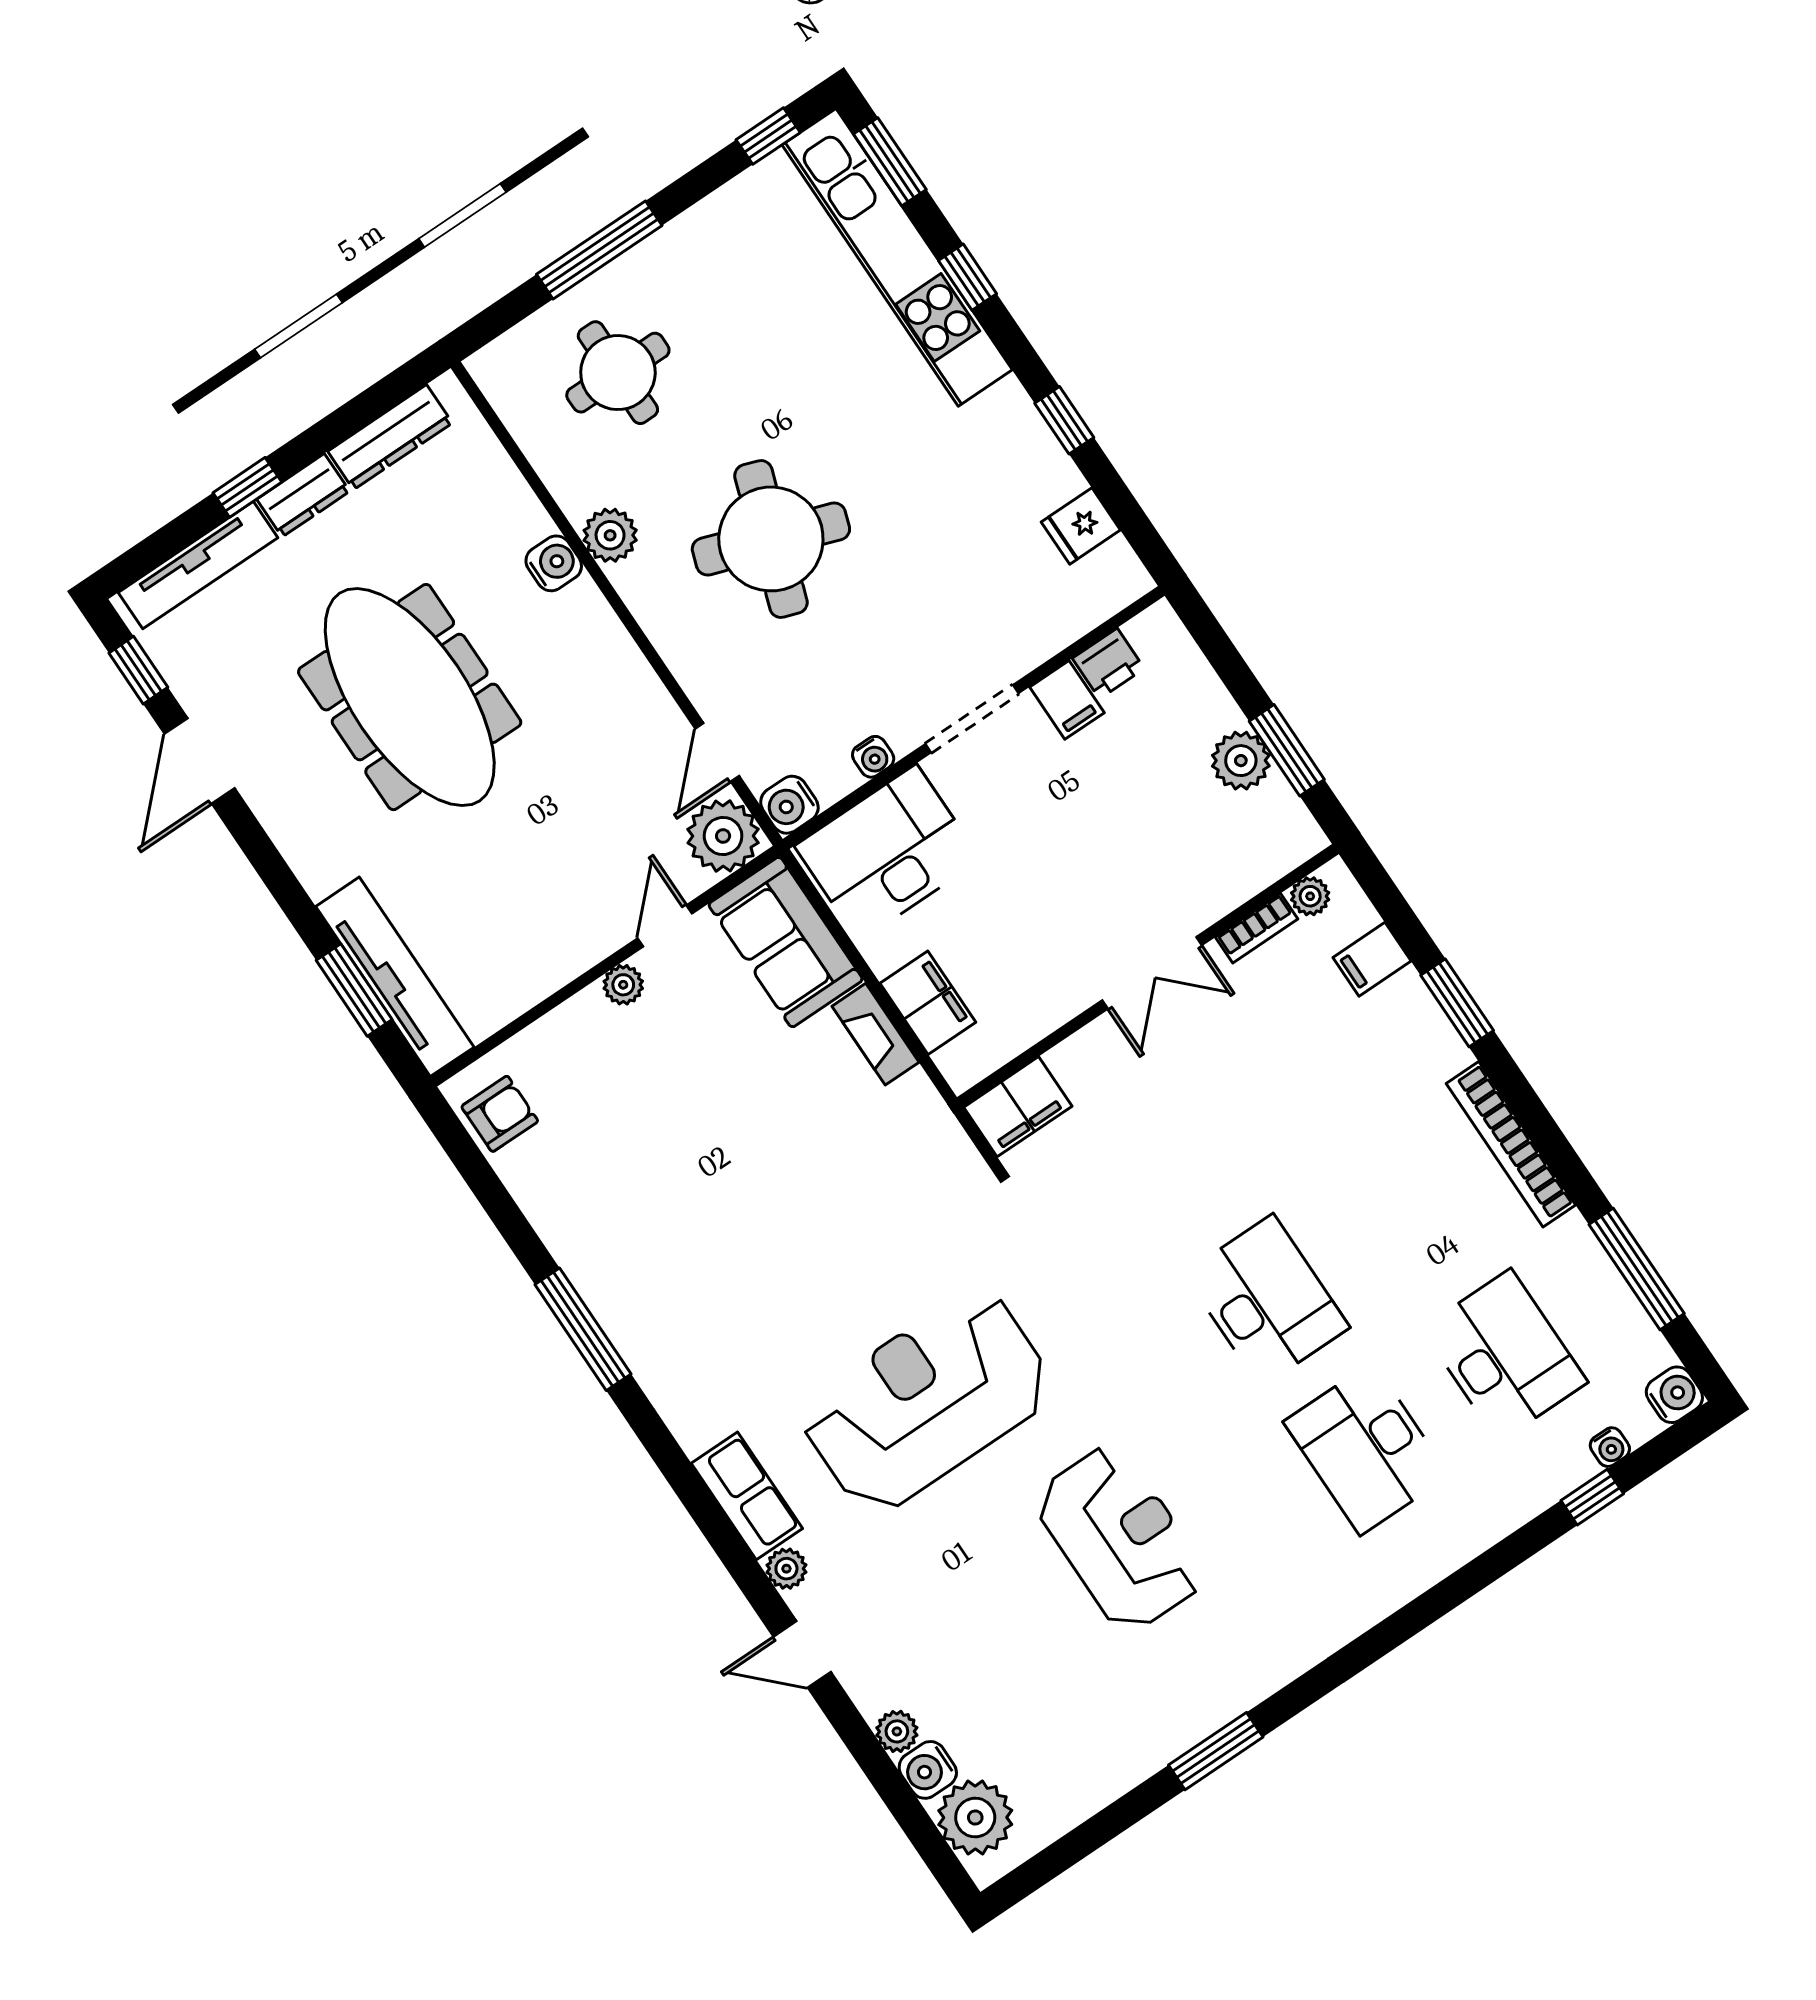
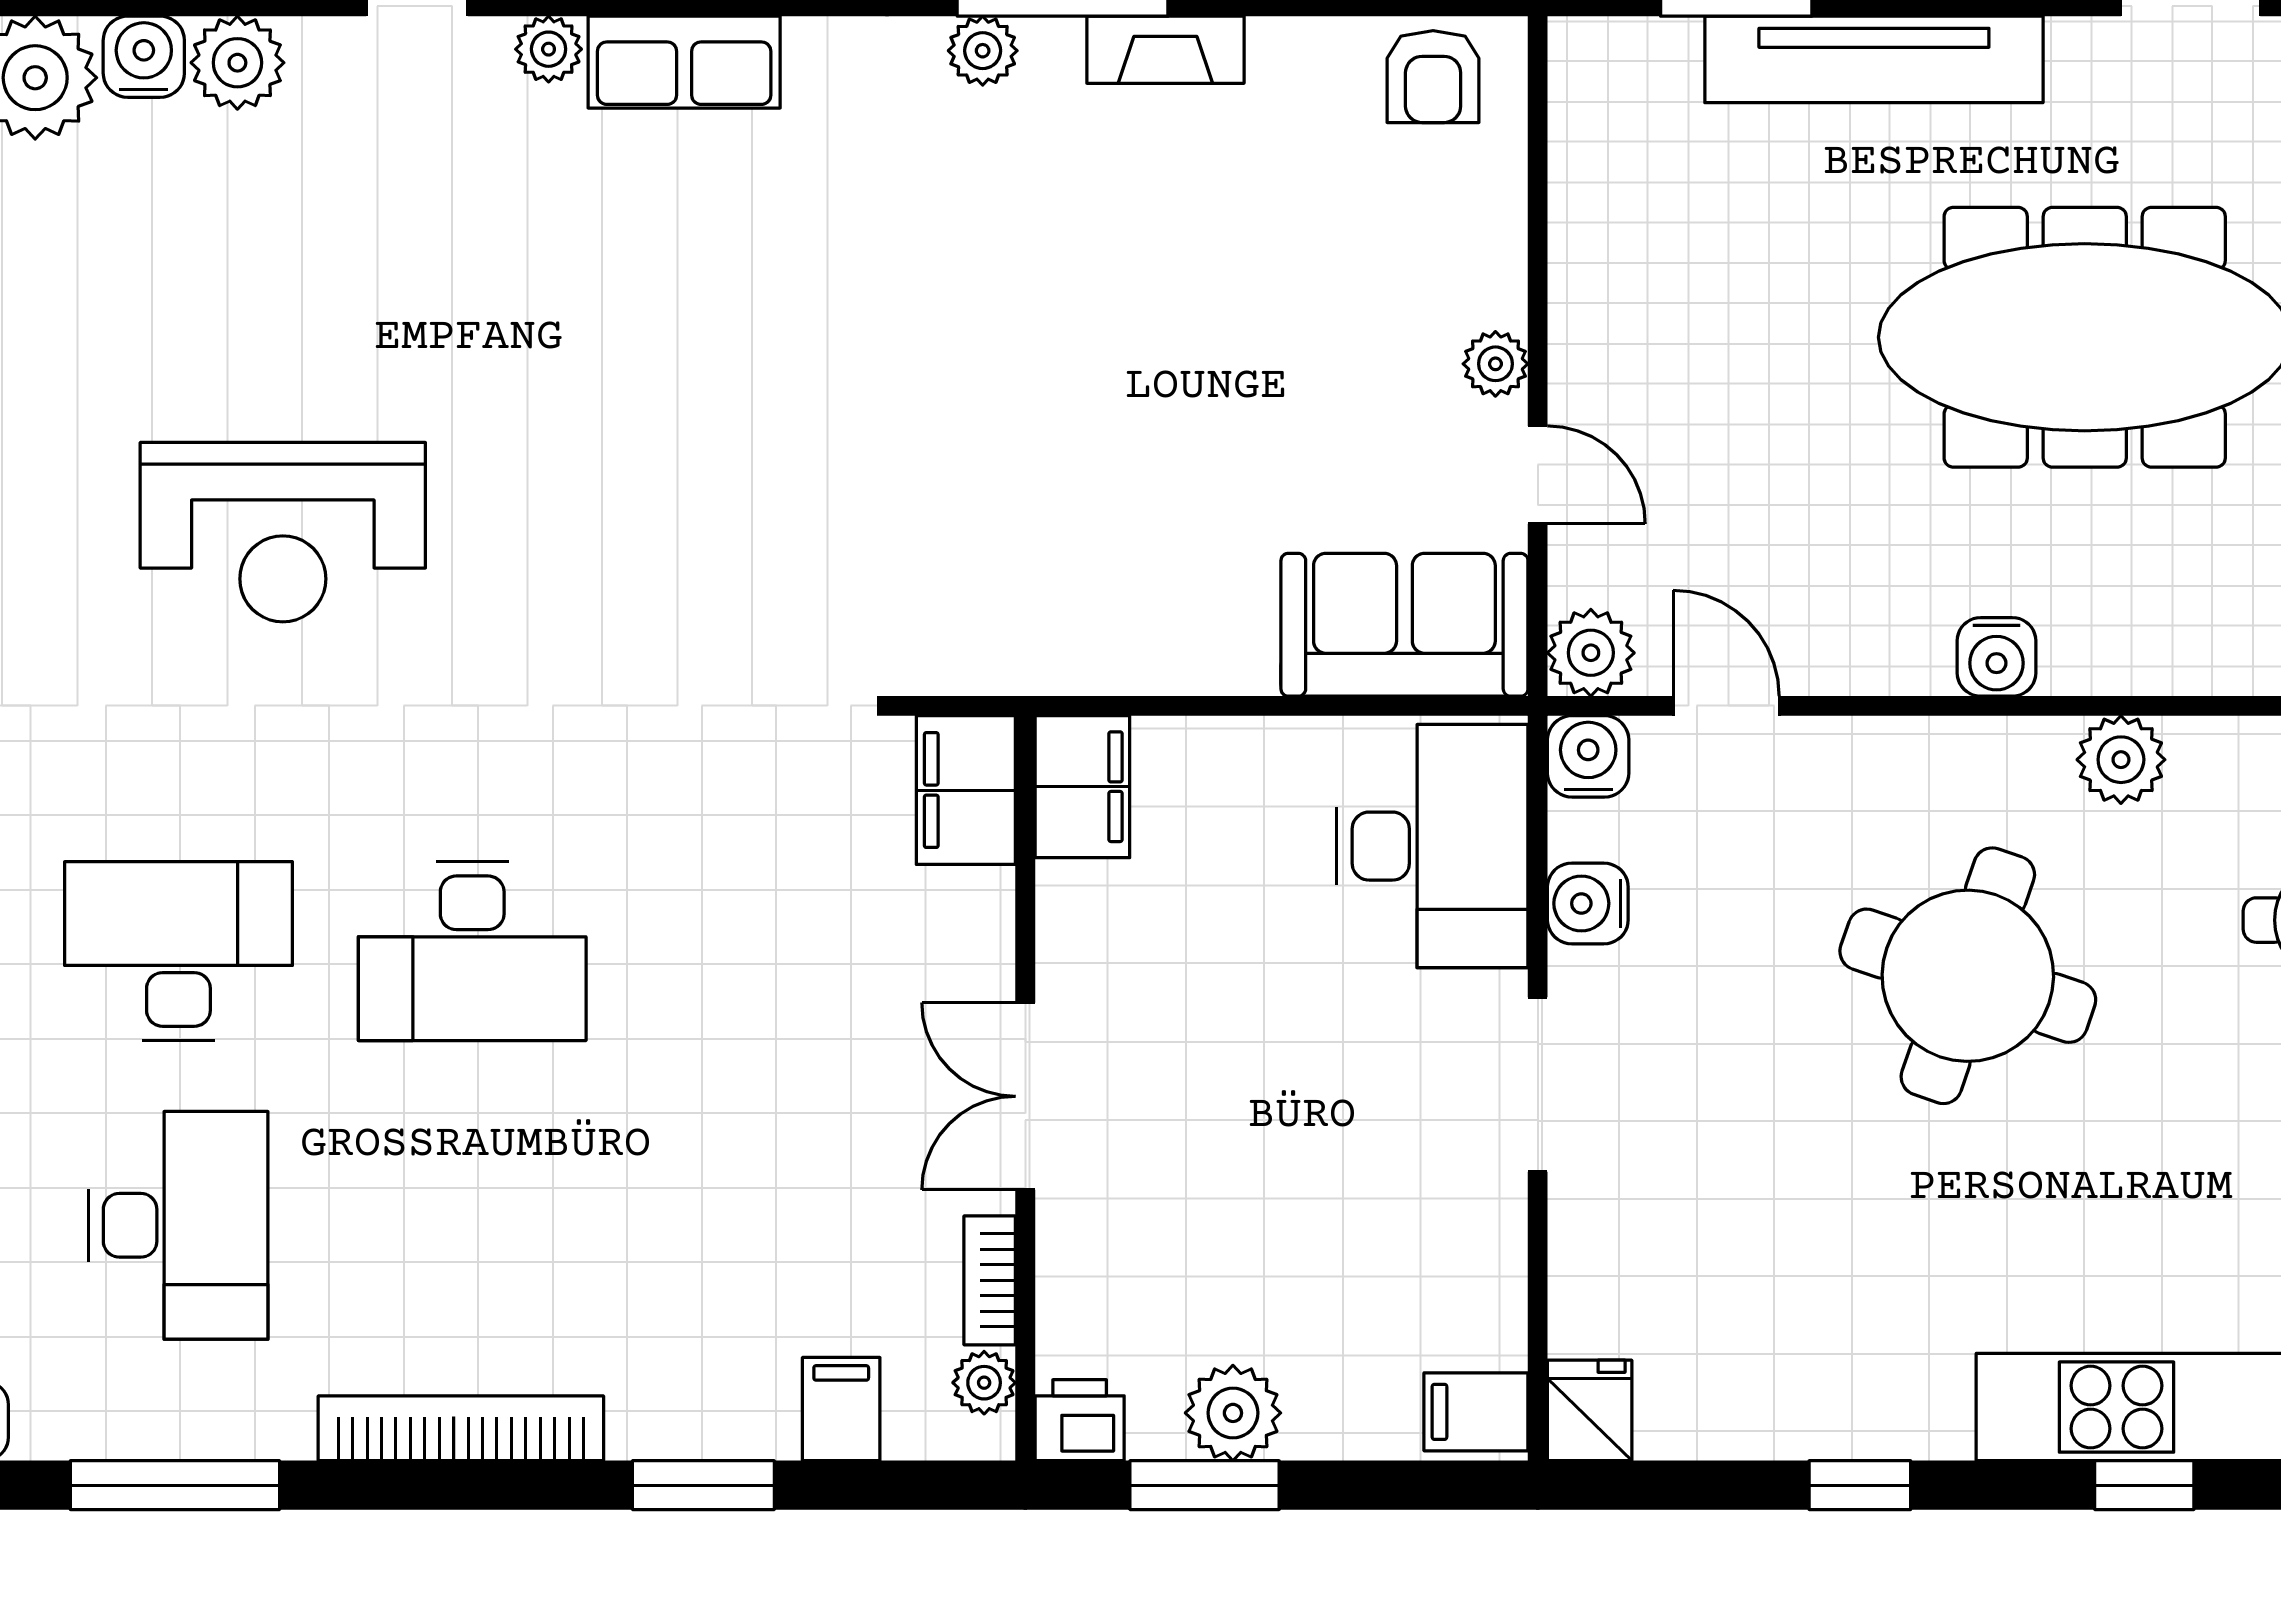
fridge: (1081, 526) -> (1590, 1410), moved
water cooler: (554, 563) -> (1997, 657), moved
printer: (1108, 663) -> (1080, 1420), moved, turned 90
filing cabinet: (1067, 700) -> (1476, 1412), moved
water cooler: (873, 757) -> (1588, 903), width x1.38, depth x1.38
plant: (723, 836) -> (1591, 653), width x0.73, depth x0.73
tv unit: (395, 977) -> (1874, 59), moved
filing cabinet: (928, 1003) -> (1082, 787), moved, turned -90
fireplace: (876, 1034) -> (1165, 50), moved, turned 180
plant: (640, 1349) -> (983, 51), added
desk: (1505, 1355) -> (178, 1225), turned -90
reception desk: (927, 1401) -> (648, 395), removed
plant: (897, 1731) -> (237, 63), width x1.38, depth x1.38

